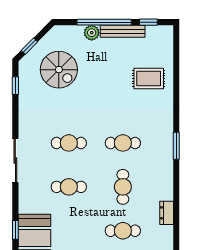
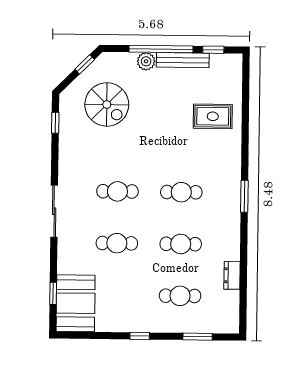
window: (29, 46) -> (85, 64), moved
cafe table: (123, 187) -> (181, 244), turned 90

